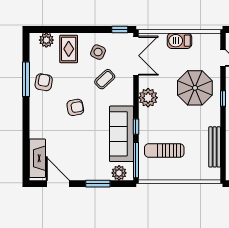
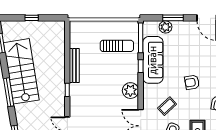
parasol: (195, 88) -> (91, 99), removed
bench: (215, 147) -> (74, 66), moved
plant: (119, 173) -> (165, 27), moved

